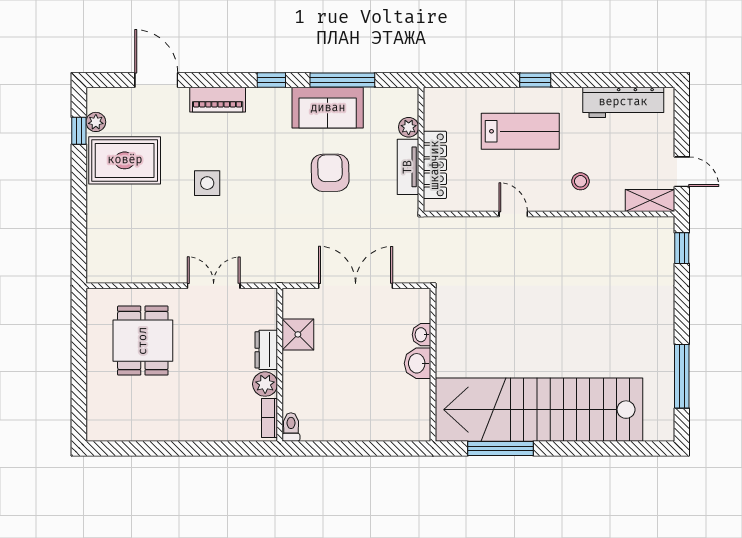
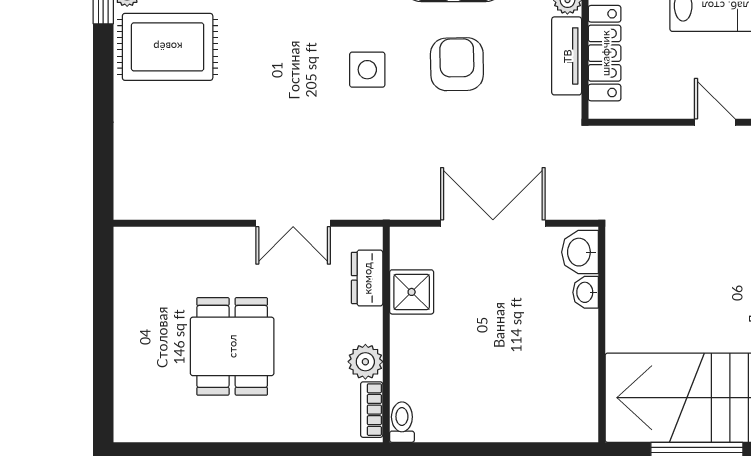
side table: (207, 183) -> (367, 70), moved
double door: (214, 286) -> (293, 223), swing flipped
dining table: (143, 341) -> (232, 346), moved
dresser: (266, 350) -> (367, 278), moved
washbasin: (417, 363) -> (580, 252), moved

